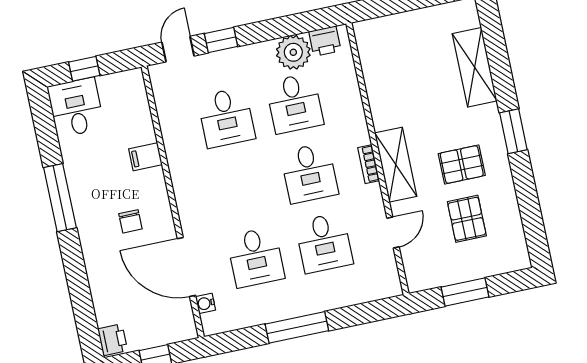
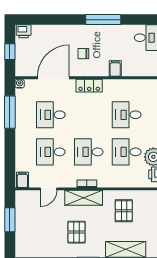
locker: (187, 198) -> (89, 86), added
pallet: (467, 219) -> (124, 211), moved, turned 90
door: (393, 233) -> (49, 189), hinge flipped
filing cabinet: (386, 284) -> (22, 180), added
water cooler: (205, 303) -> (20, 84), moved
window: (297, 327) -> (10, 112), moved

